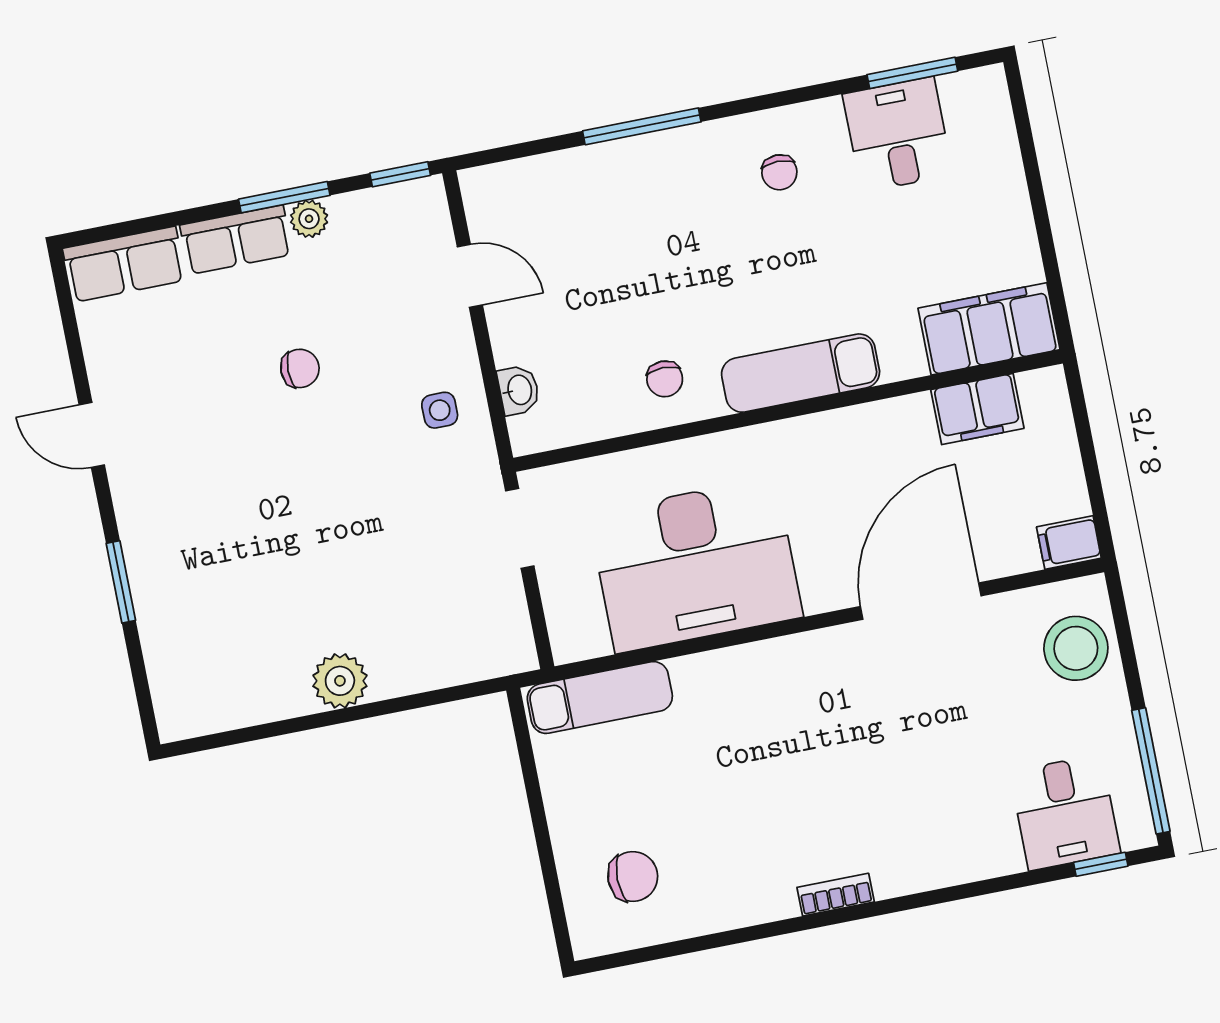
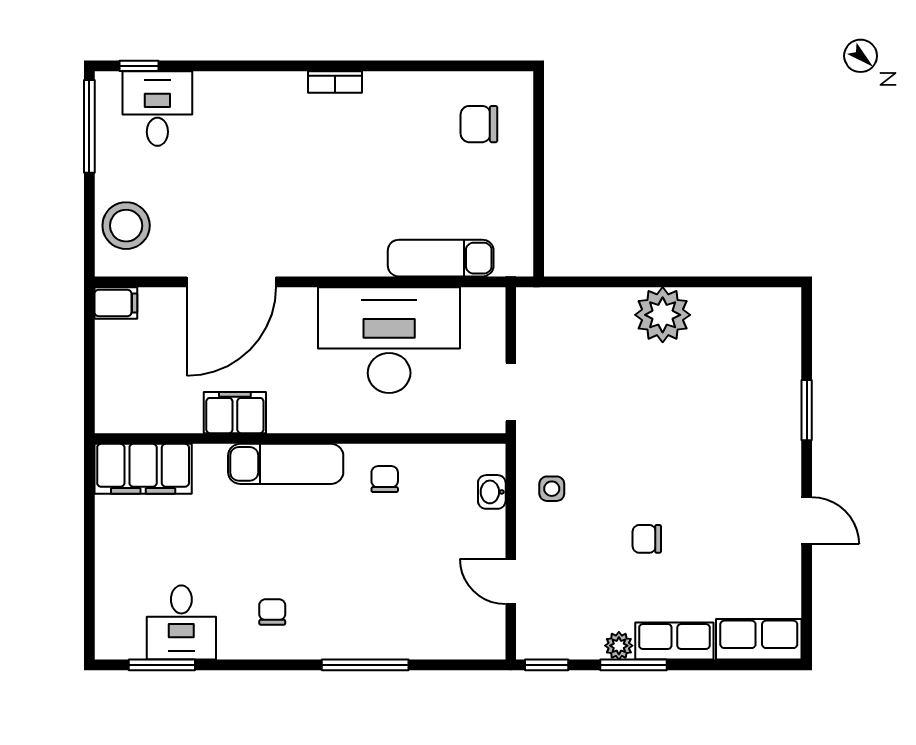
filing cabinet: (977, 409) -> (235, 413), moved
plant: (340, 681) -> (663, 315), width x1.36, depth x1.36
exam couch: (600, 698) -> (441, 258), moved

